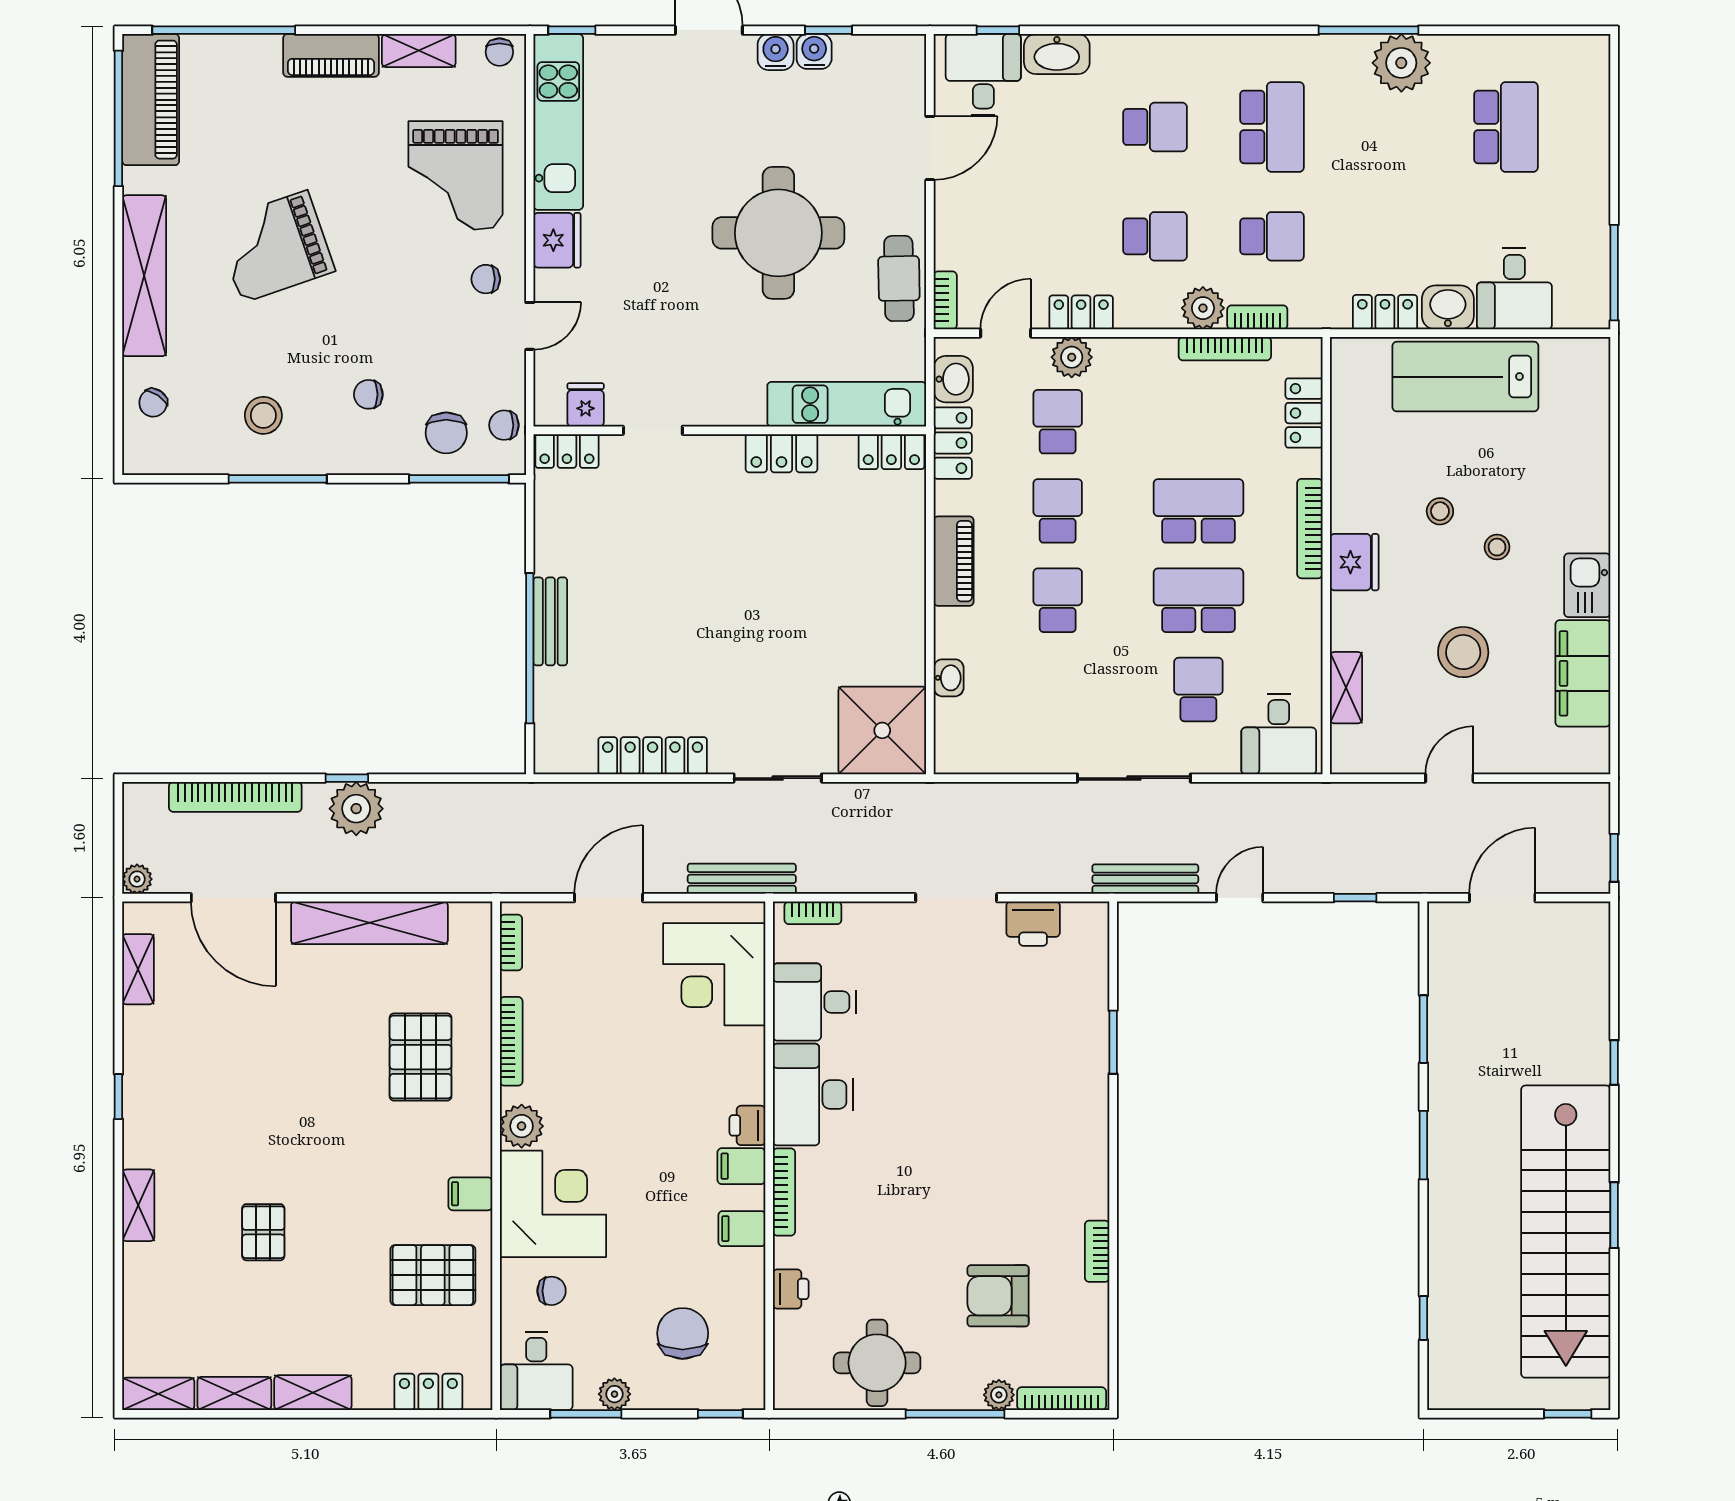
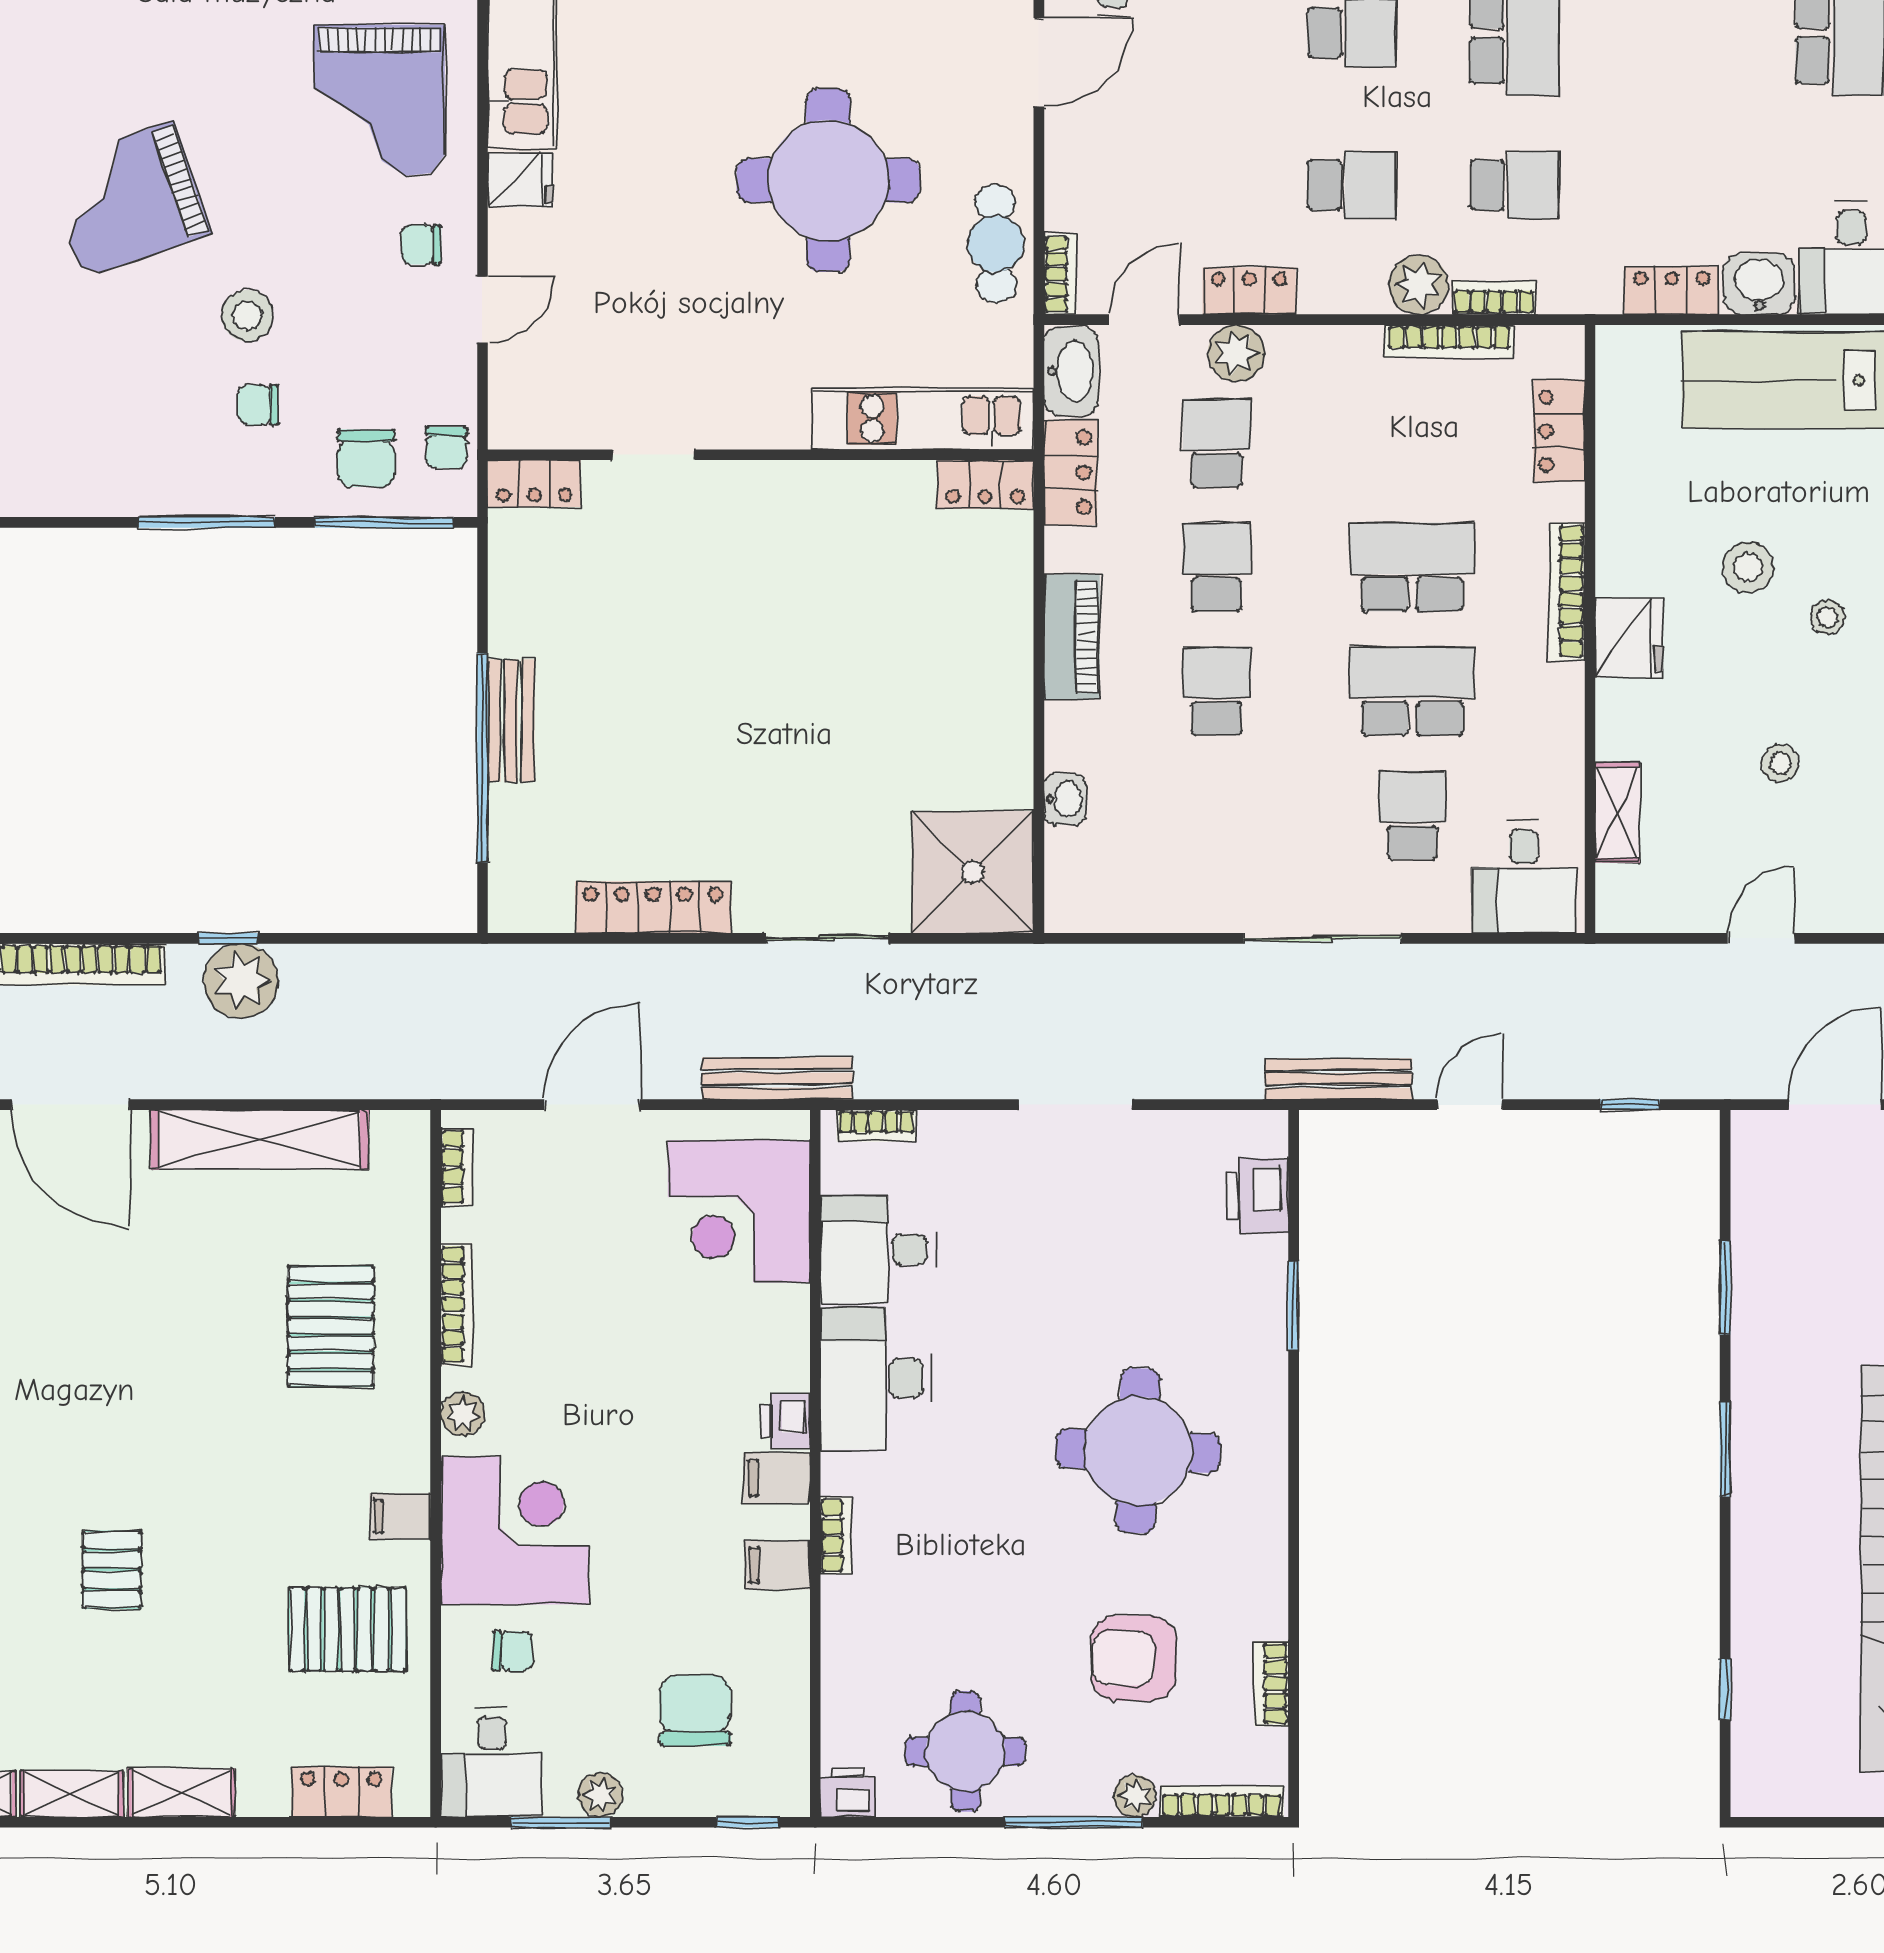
fridge: (557, 240) -> (520, 180), width x0.72
washbasin: (953, 379) -> (1071, 371), width x1.38
fridge: (586, 405) -> (560, 419), removed
stool: (263, 415) -> (247, 316), moved
chair: (504, 425) -> (447, 448), turned -90
locker: (782, 453) -> (833, 487), removed
window: (278, 479) -> (207, 522), moved
stool: (1440, 511) -> (1748, 567), width x1.37, depth x1.37
stool: (1463, 652) -> (1780, 763), width x0.53, depth x0.53
printer: (1033, 924) -> (1258, 1196), moved, turned 90
plant: (522, 1126) -> (463, 1414), width x0.73, depth x0.73
round table: (1001, 1147) -> (1138, 1451), added
bookcase: (784, 1192) -> (836, 1536), width x0.64
bookcase: (1097, 1251) -> (1271, 1684), moved
printer: (791, 1289) -> (848, 1792), moved, turned -90

